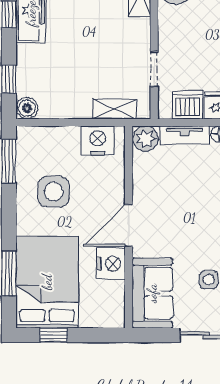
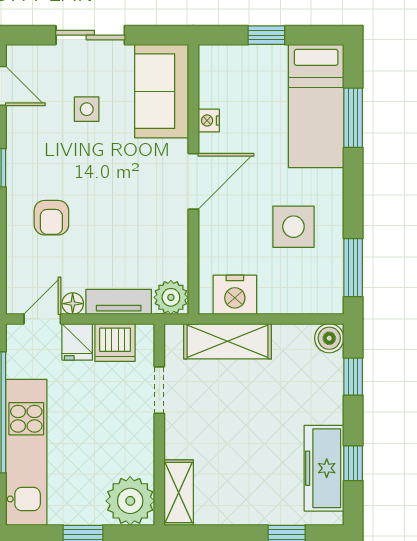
shelving: (114, 109) -> (227, 341), width x1.50, depth x1.33
nightstand: (111, 264) -> (209, 120), width x0.53, depth x0.56
bed: (47, 282) -> (316, 106), width x0.67
window: (54, 335) -> (266, 35), moved

